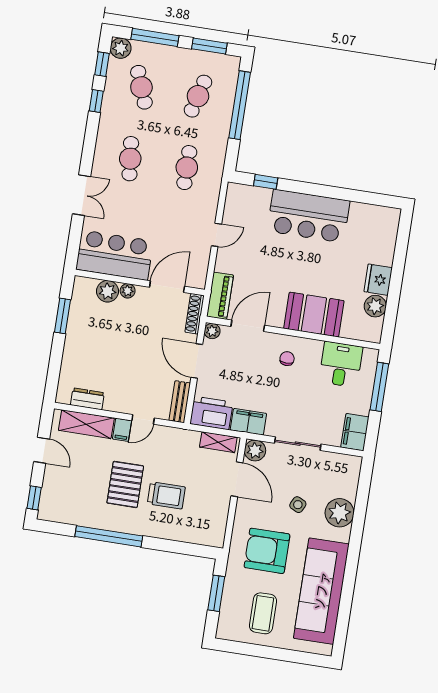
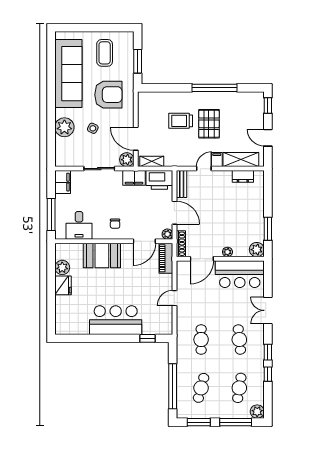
window: (102, 64) -> (268, 352), moved
cafe table: (141, 87) -> (239, 388), turned 30
plant: (108, 291) -> (257, 250), moved

